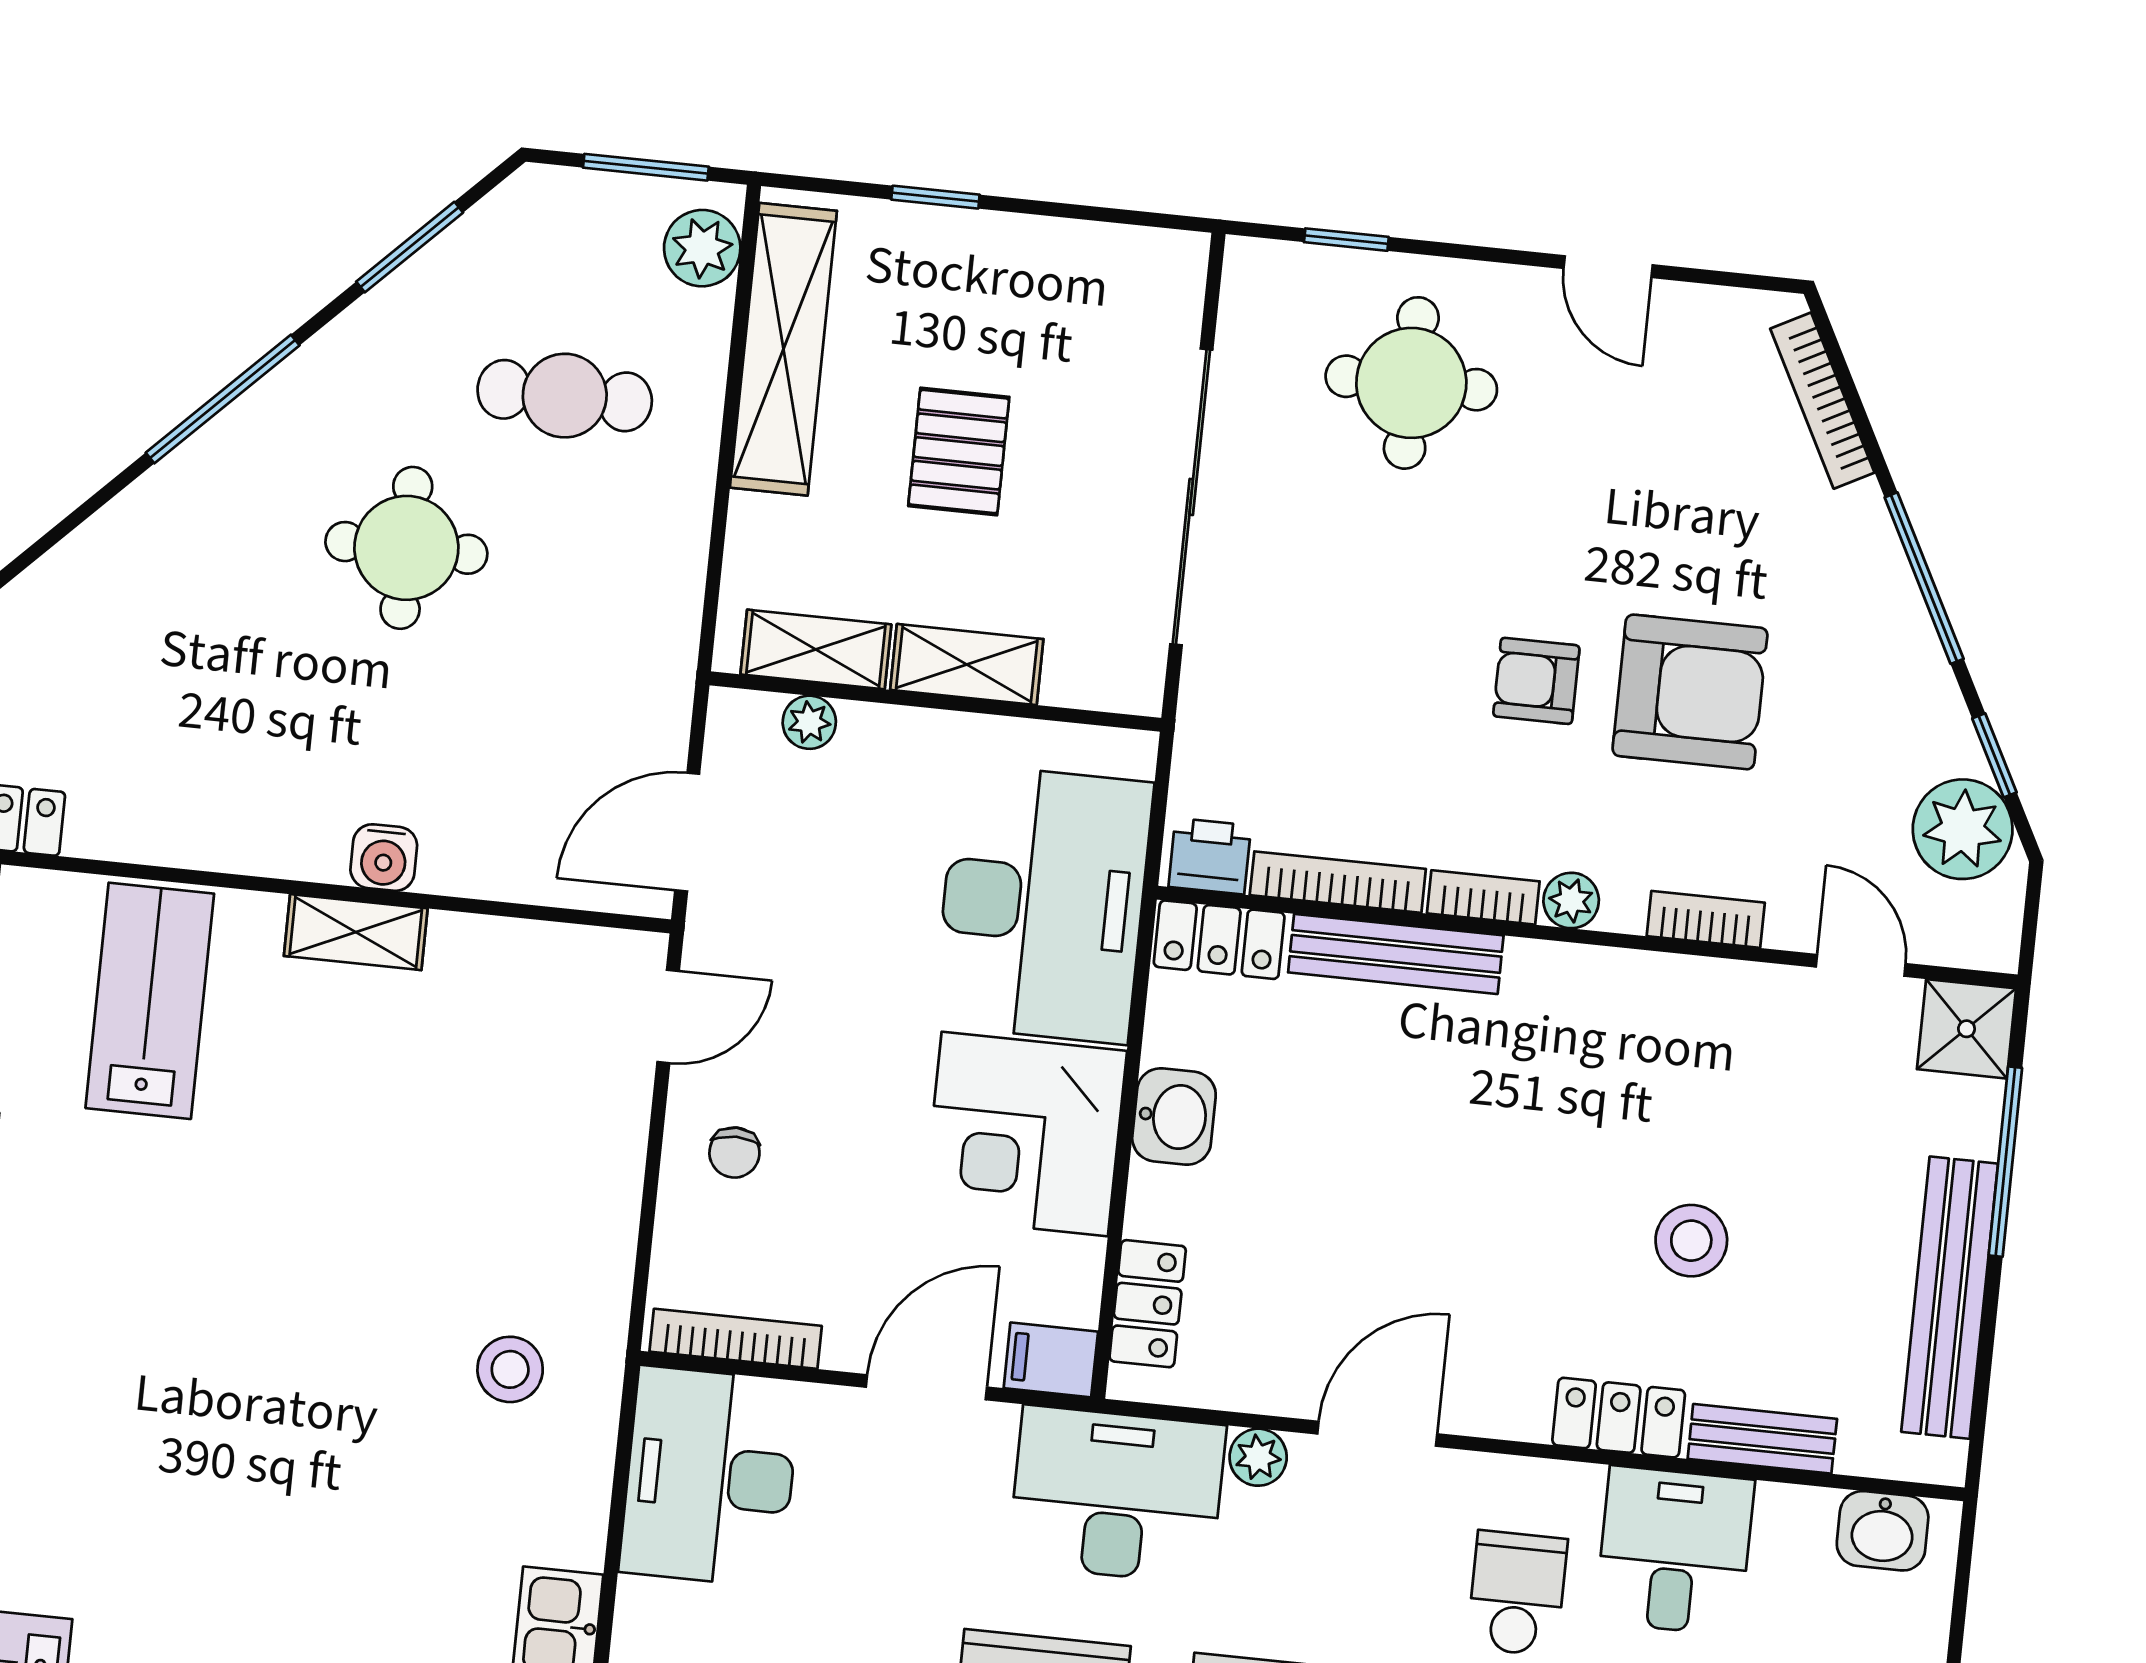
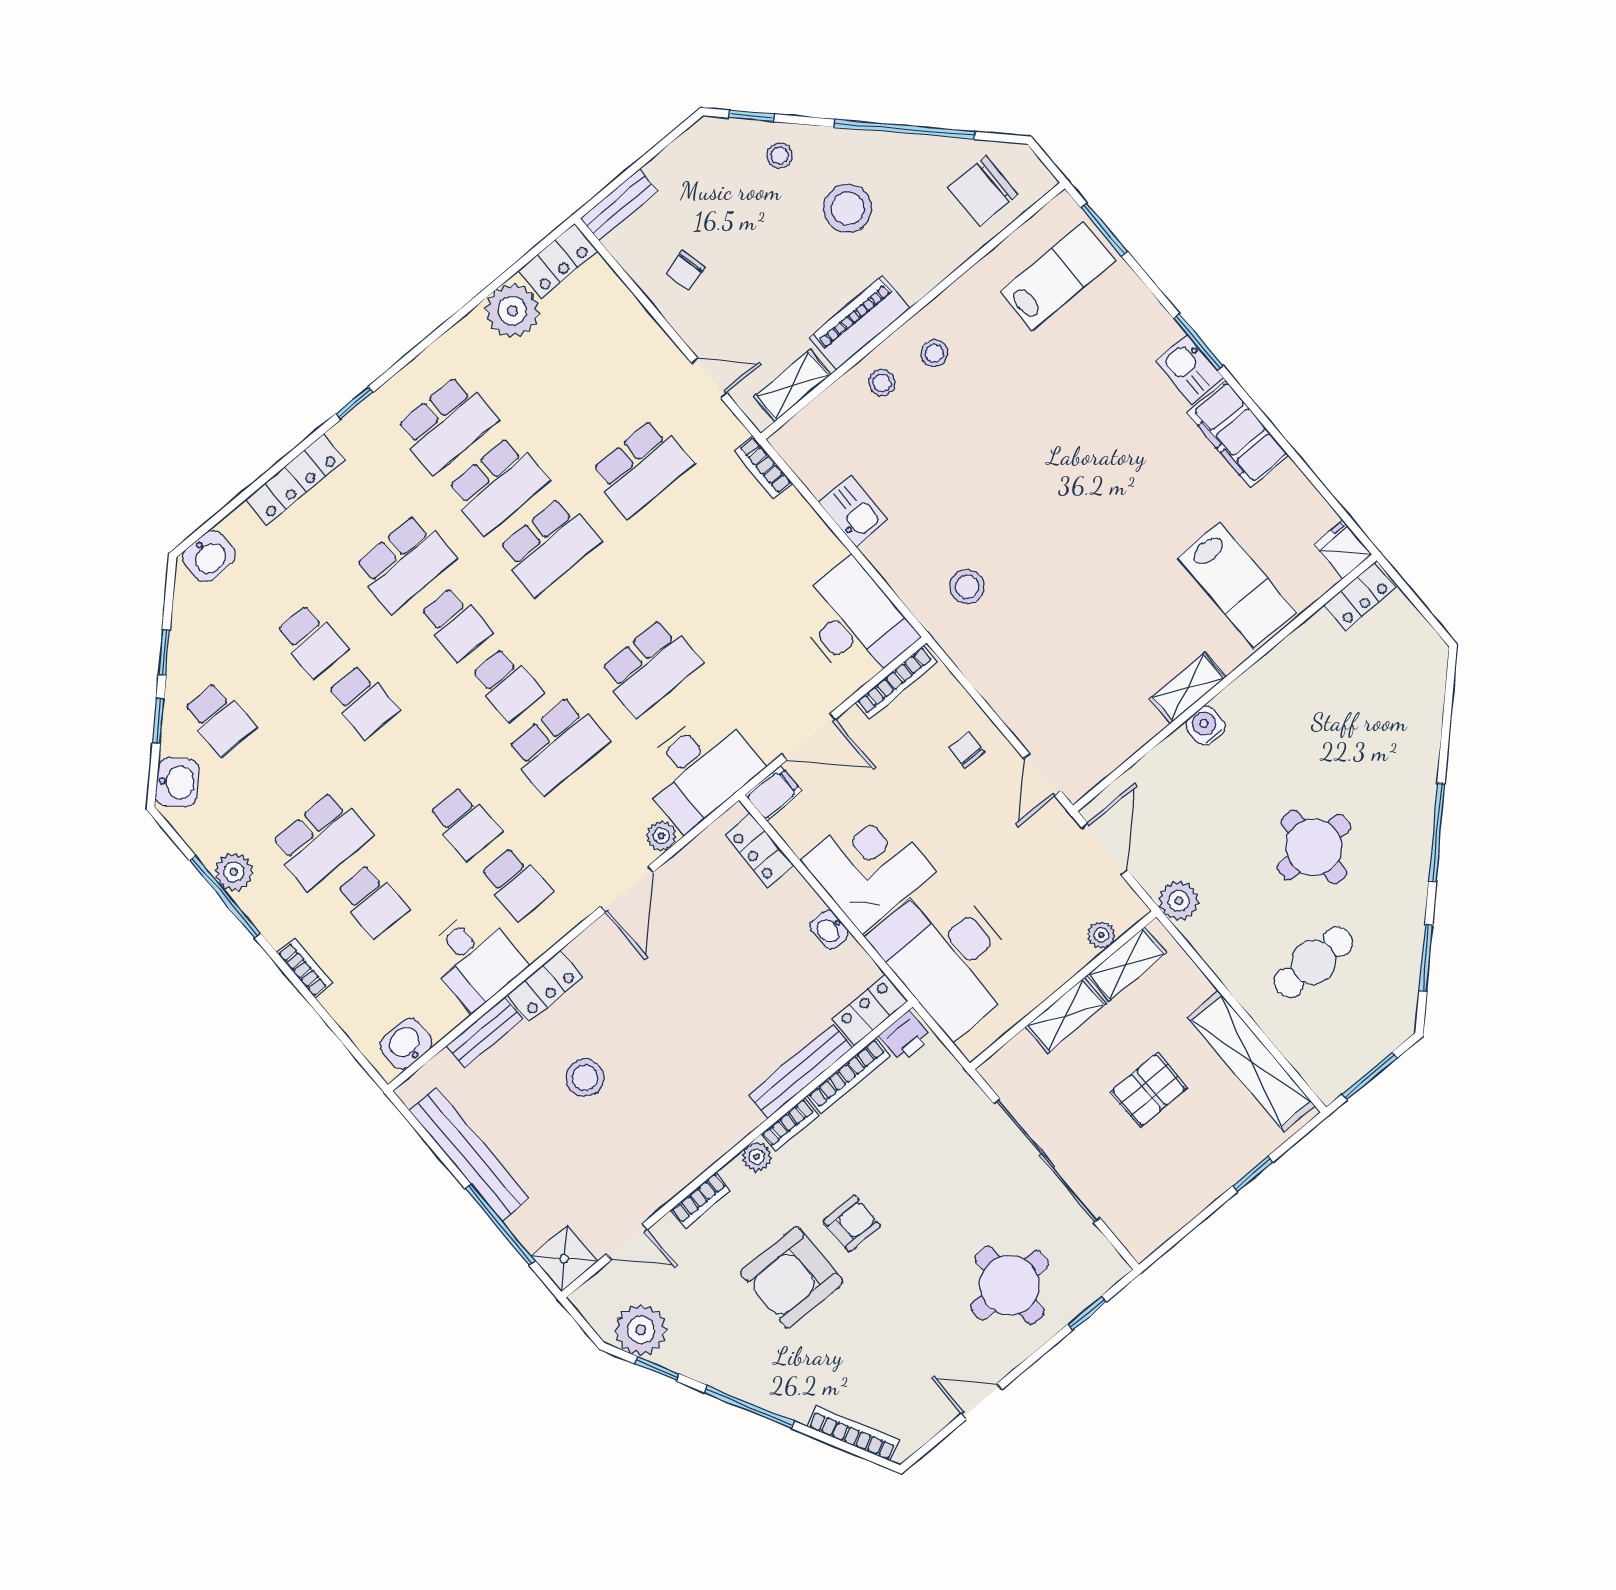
plant: (702, 248) -> (1179, 901), moved
pallet: (959, 452) -> (1149, 1090), turned 90
washbasin: (1174, 1116) -> (829, 930), width x0.72, depth x0.69
door: (926, 1387) -> (809, 737), hinge flipped

